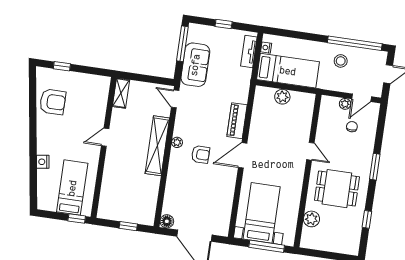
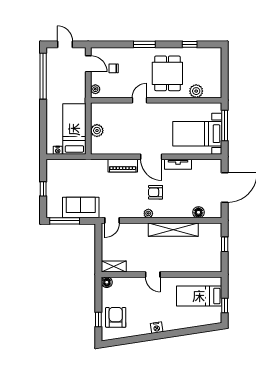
tv unit: (249, 51) -> (178, 164), moved
stool: (341, 61) -> (60, 86), removed
floor lamp: (104, 82) -> (107, 282), added
armchair: (53, 102) -> (116, 317), moved
plant: (345, 104) -> (95, 89), moved
shelving: (157, 146) -> (173, 230), moved
armchair: (201, 154) -> (156, 192), turned -90
nightstand: (43, 162) -> (157, 328), moved
window: (77, 218) -> (225, 306), moved
floor lamp: (167, 221) -> (198, 212), moved

